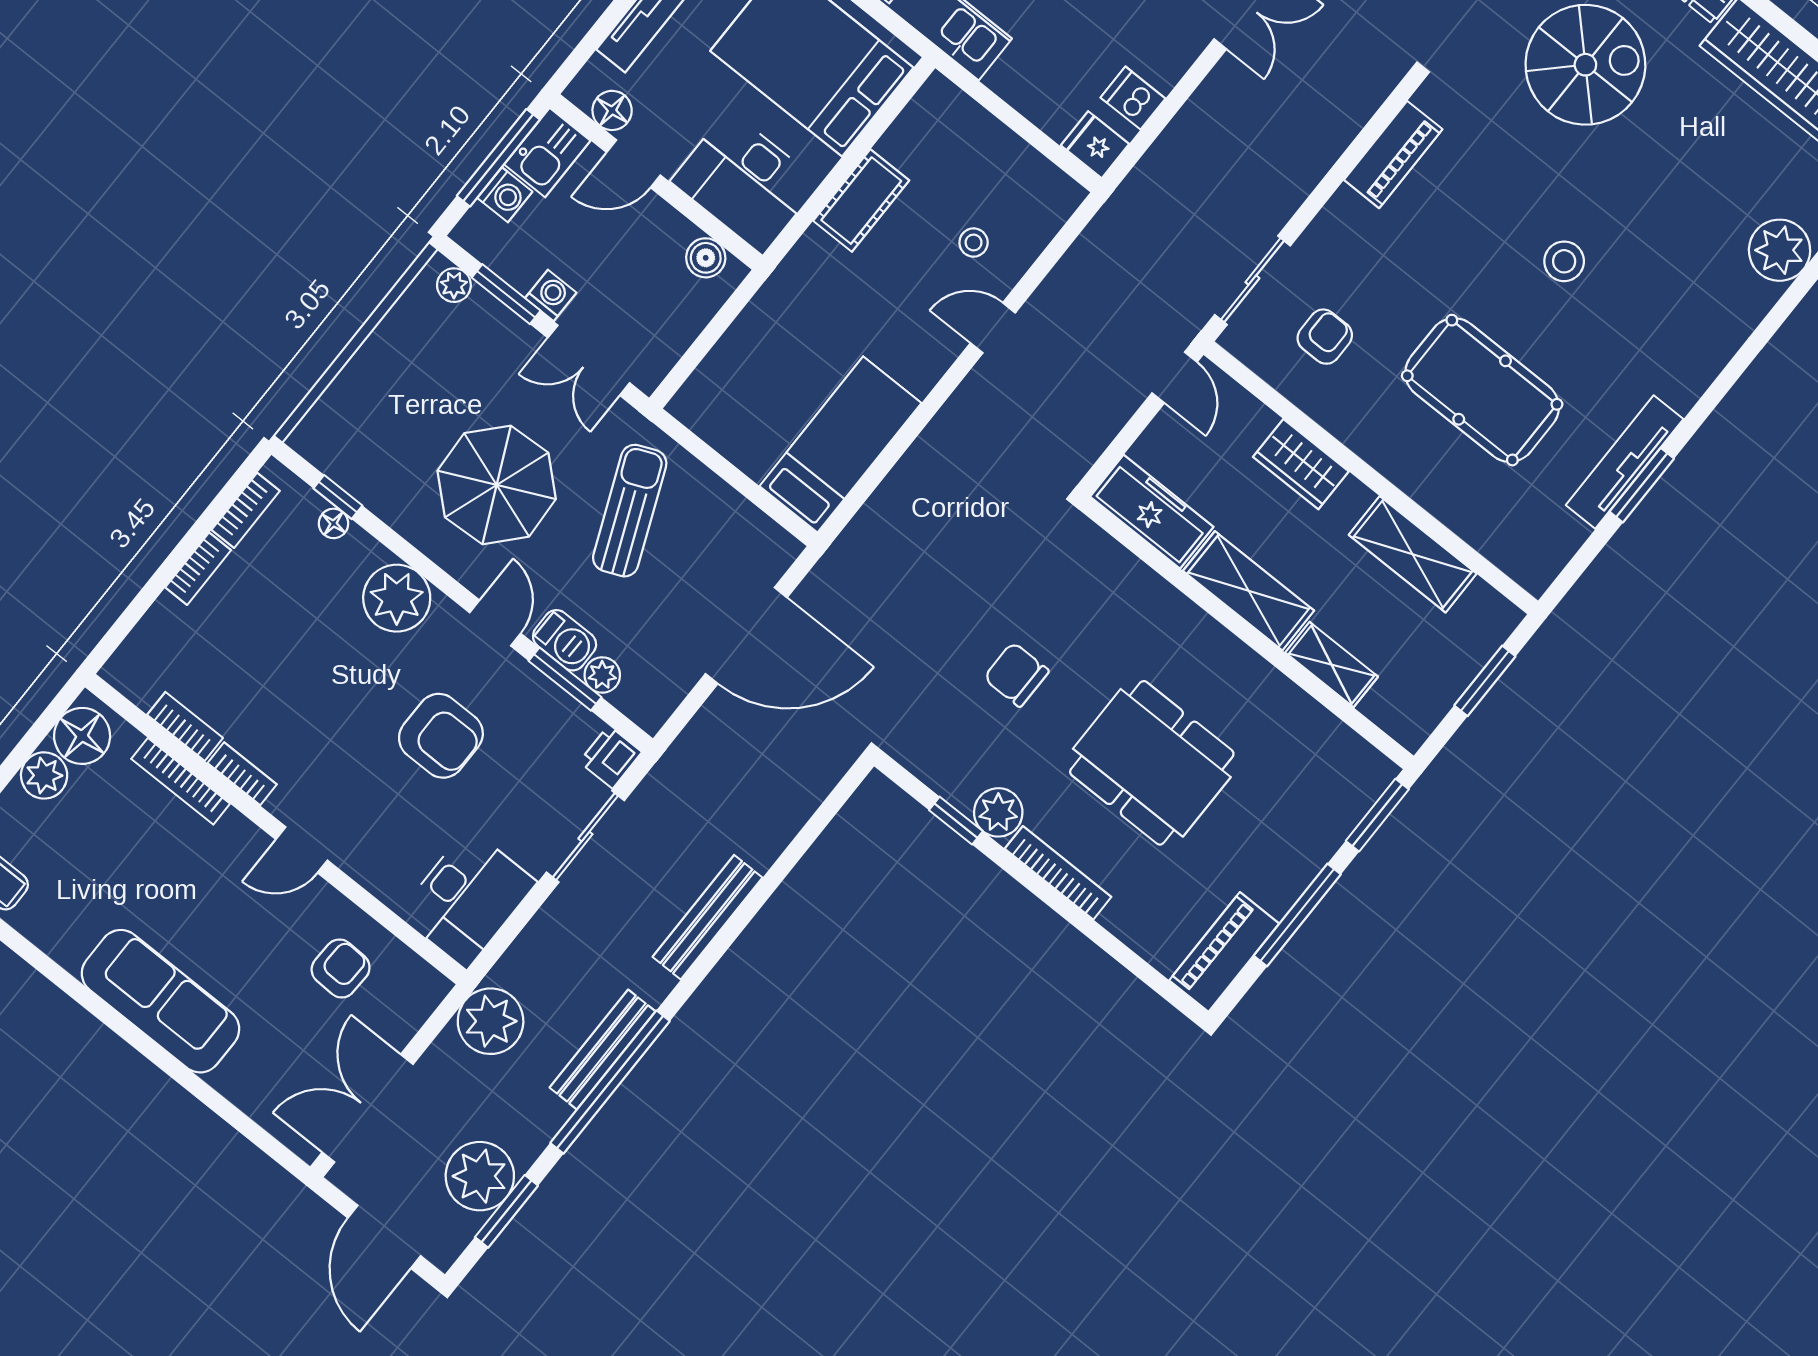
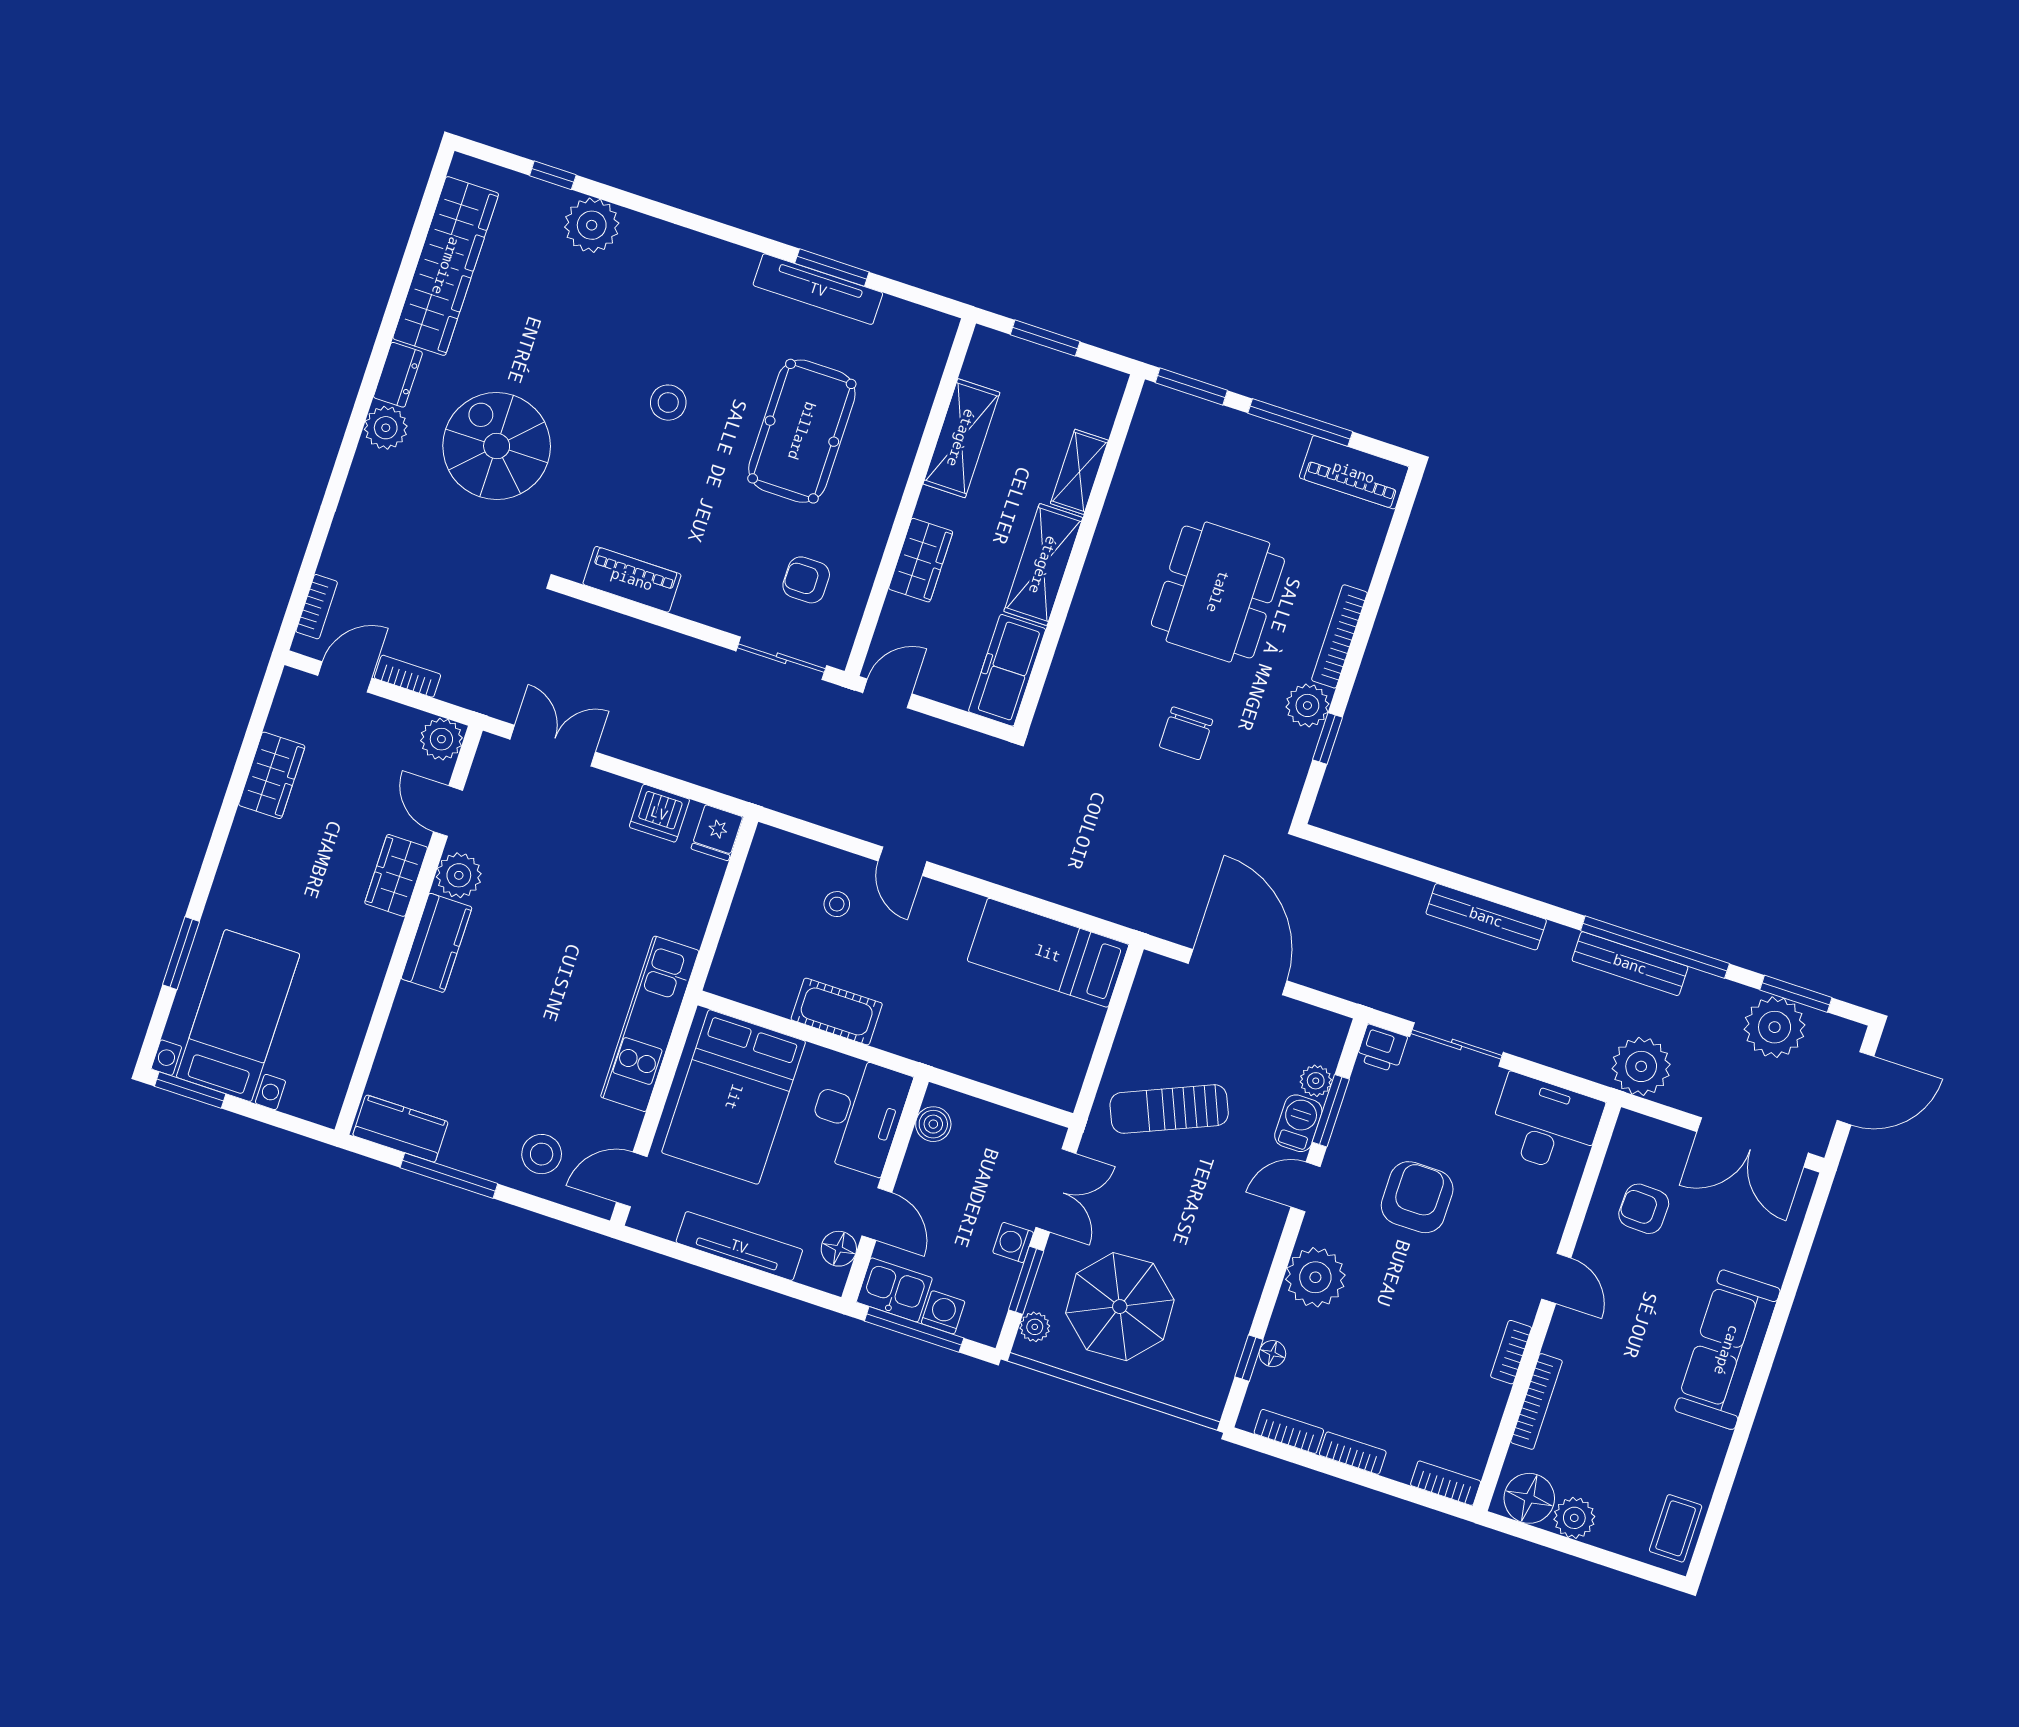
dishwasher: (1133, 98) -> (659, 813), width x1.38
parasol: (497, 485) -> (1120, 1307), moved
bookcase: (185, 726) -> (1446, 1483), moved, turned 90

